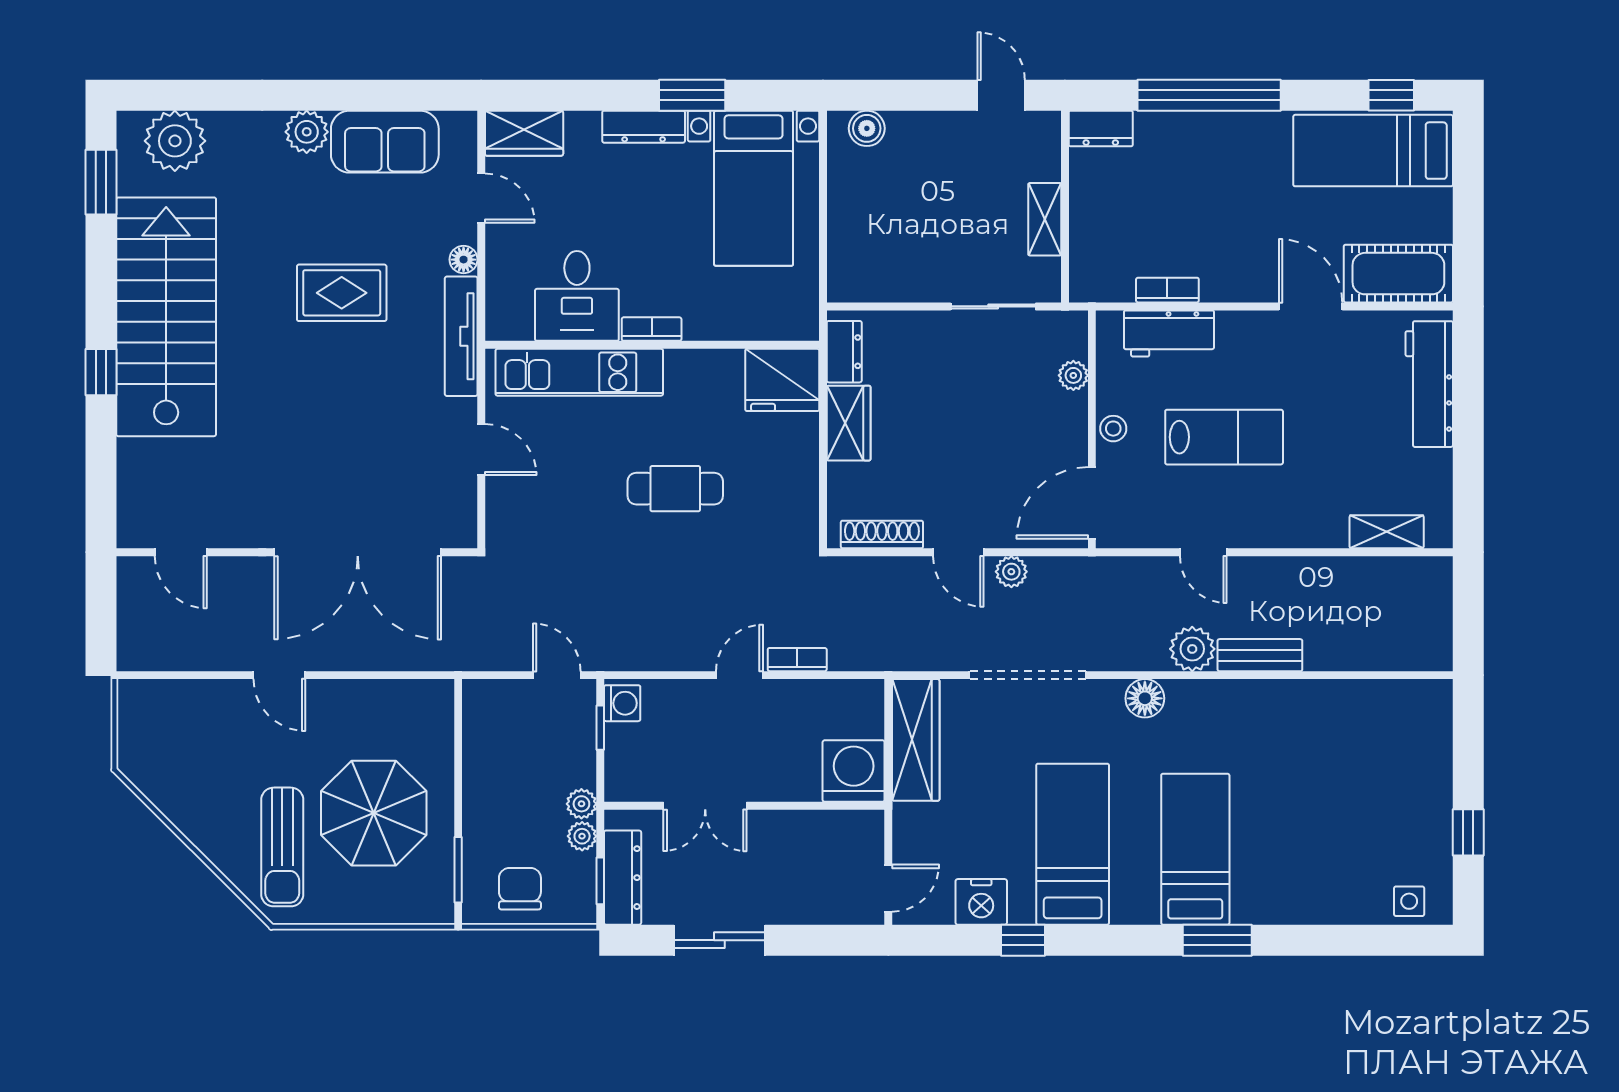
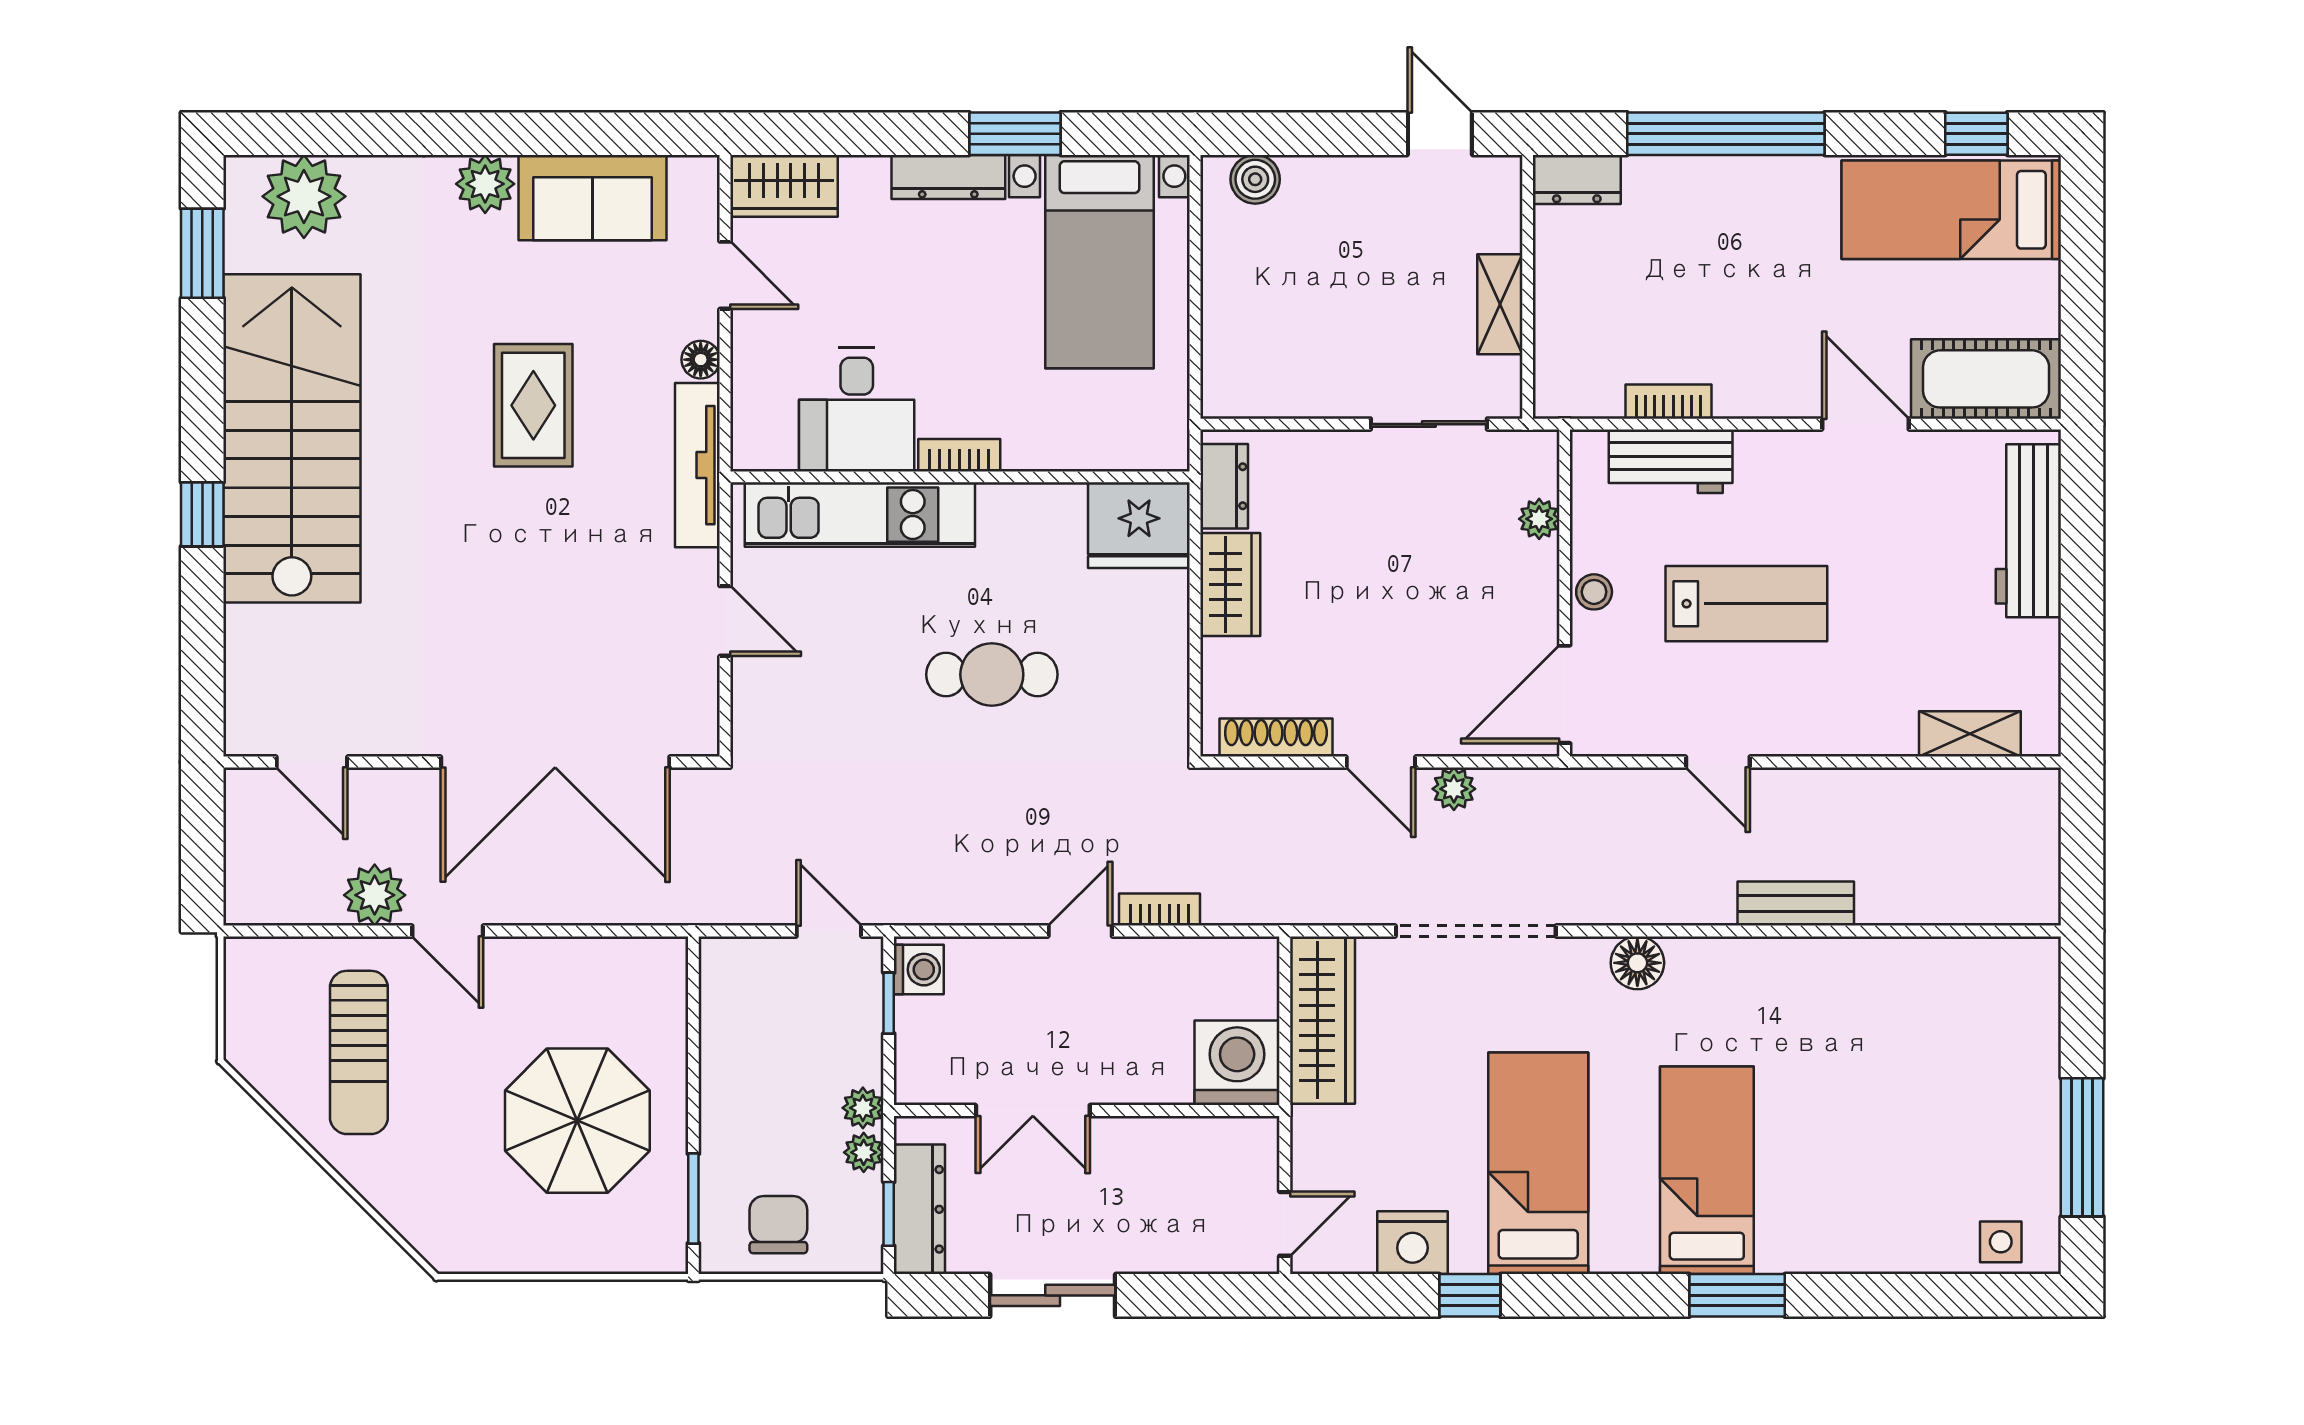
rug: (342, 293) -> (533, 405), turned 90
plant: (1192, 649) -> (375, 895), moved
window: (1468, 832) -> (2082, 1147), width x2.17
sun lounger: (282, 847) -> (359, 1052), moved

